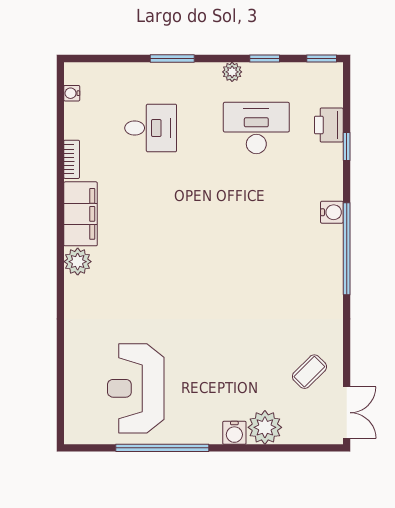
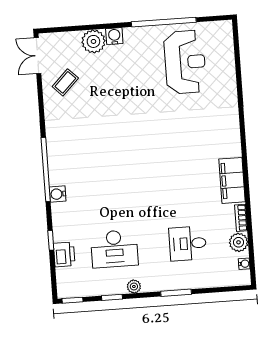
plant: (78, 262) -> (239, 242), moved

